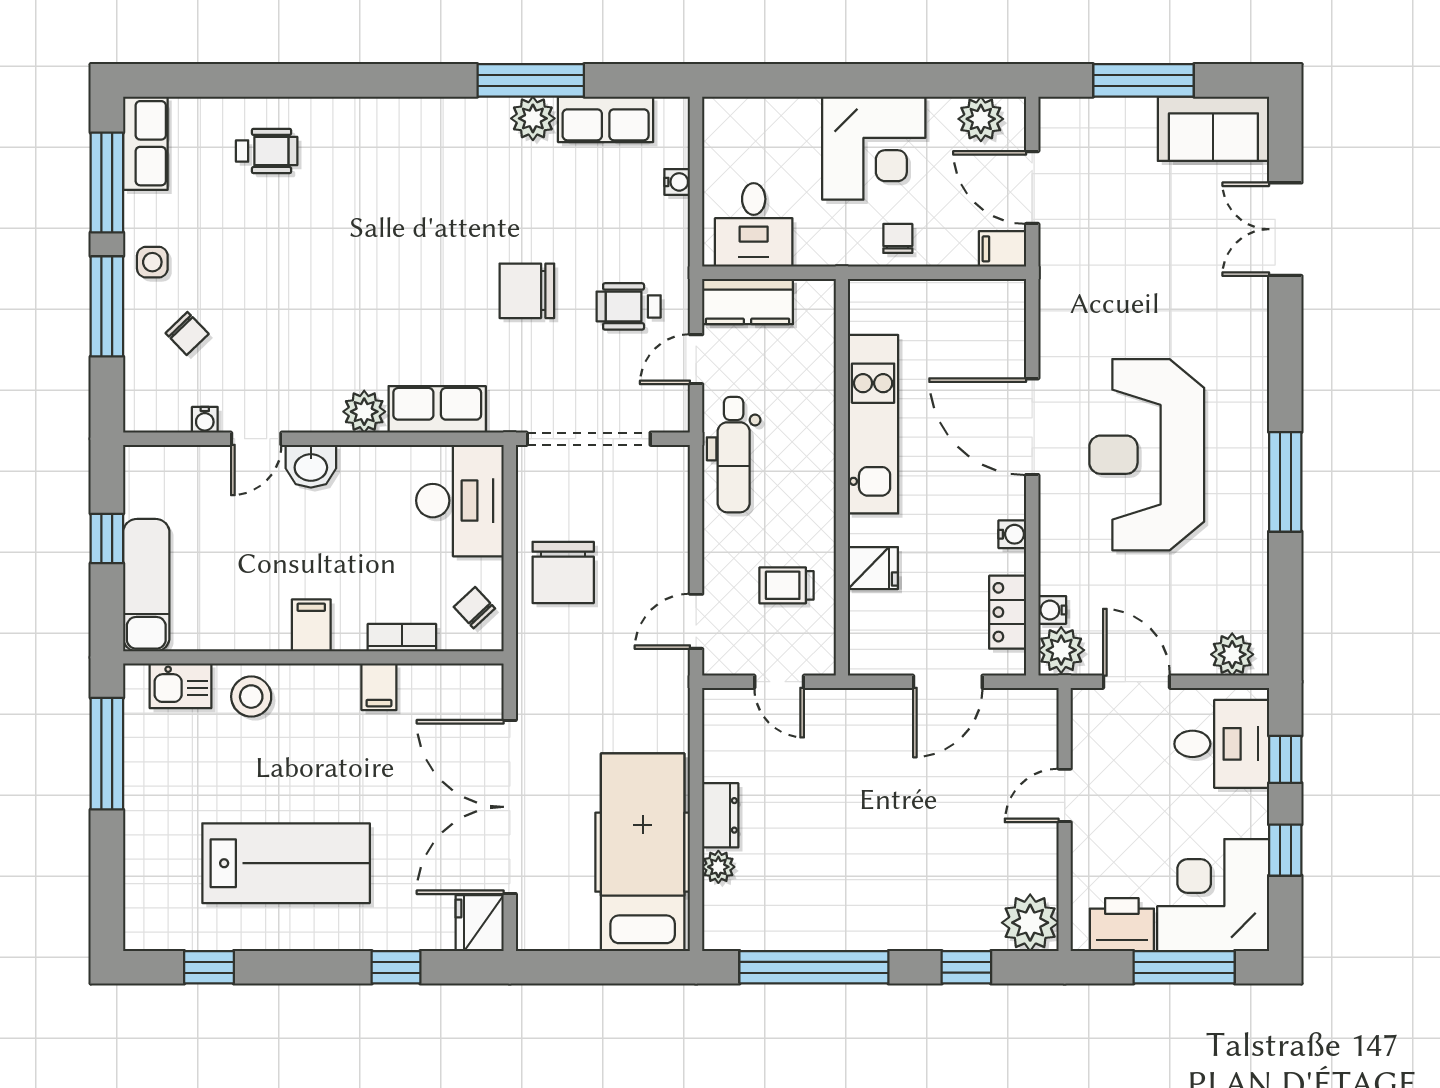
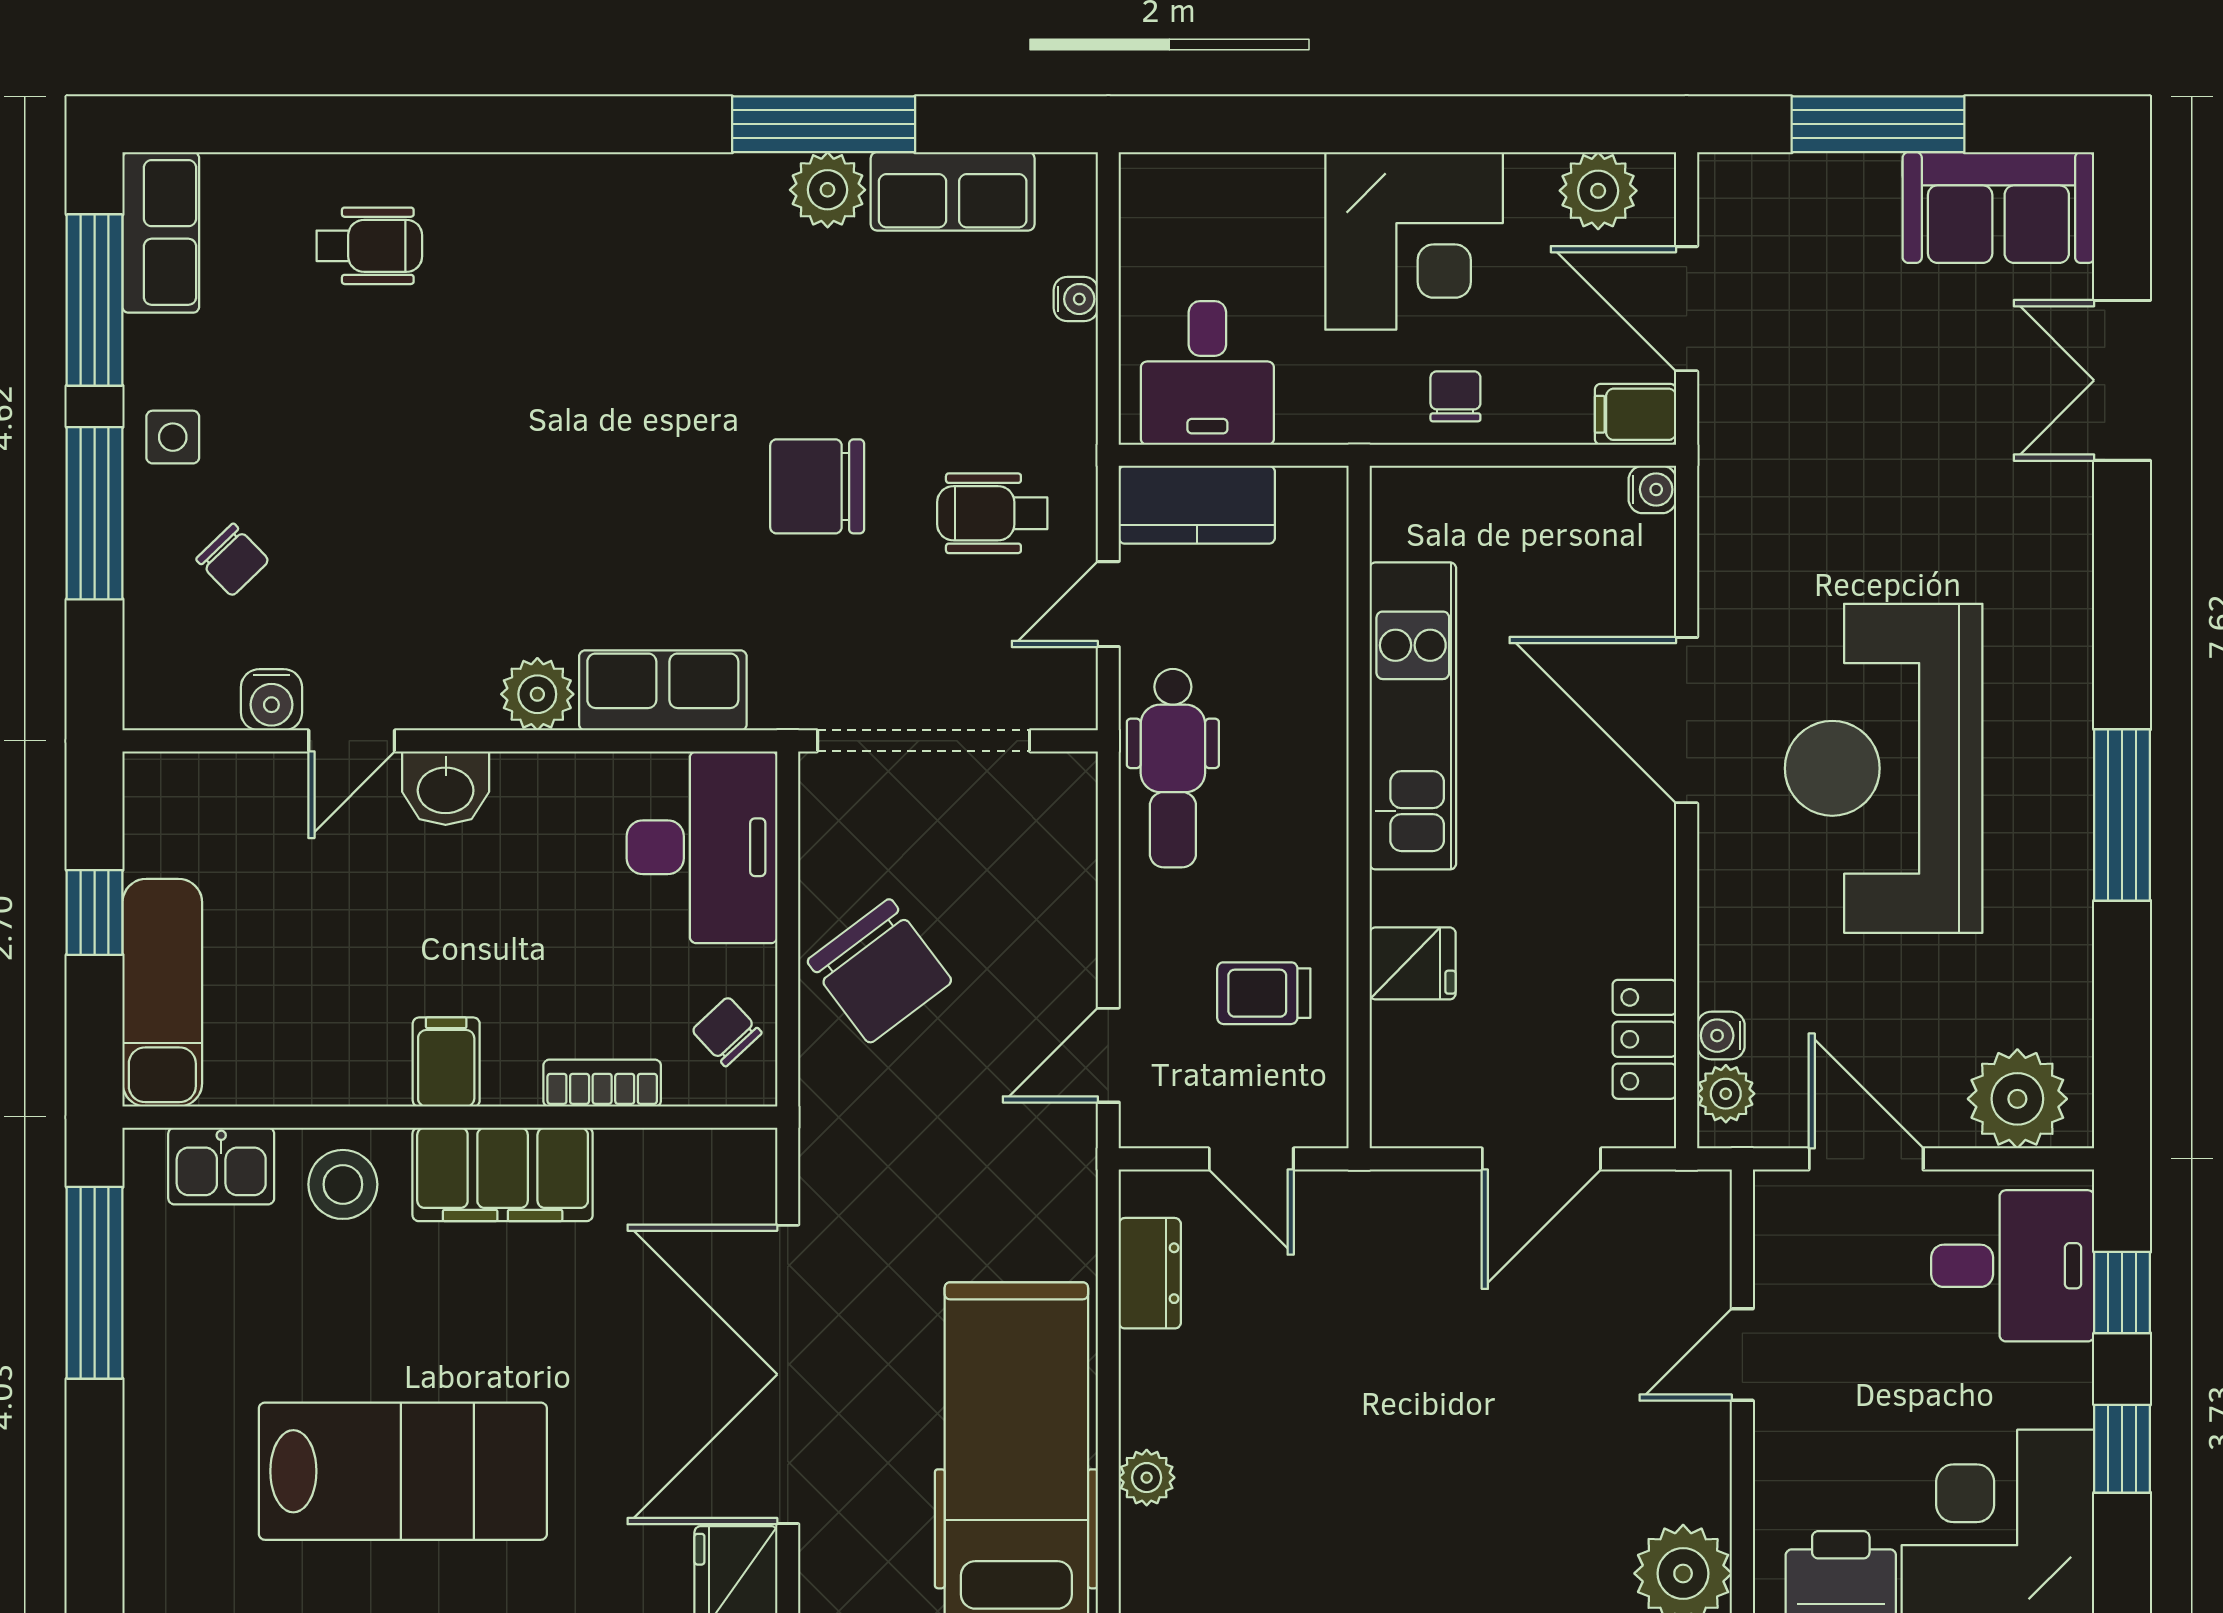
water cooler: (205, 420) -> (271, 700), width x1.38, depth x1.38
water cooler: (1012, 534) -> (1652, 489), moved
chair: (563, 572) -> (880, 971), turned -37
plant: (1061, 650) -> (1726, 1094), width x0.73, depth x0.73
plant: (1232, 654) -> (2017, 1099), width x1.36, depth x1.36
filing cabinet: (379, 687) -> (503, 1174), width x3.00, depth x1.17
dresser: (720, 815) -> (1150, 1273), moved

